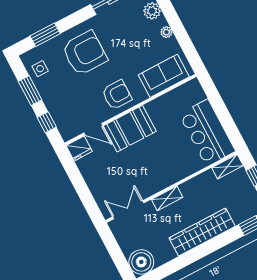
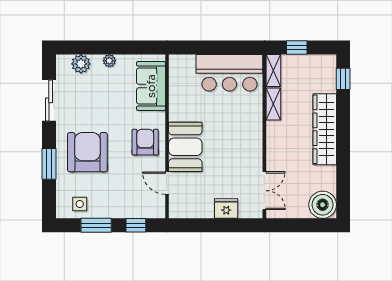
window: (45, 35) -> (49, 164), moved
door: (93, 129) -> (167, 183), swing flipped
fridge: (79, 148) -> (226, 209), moved, turned -90
shelving: (167, 198) -> (273, 104), moved
double door: (128, 210) -> (264, 191), swing flipped

